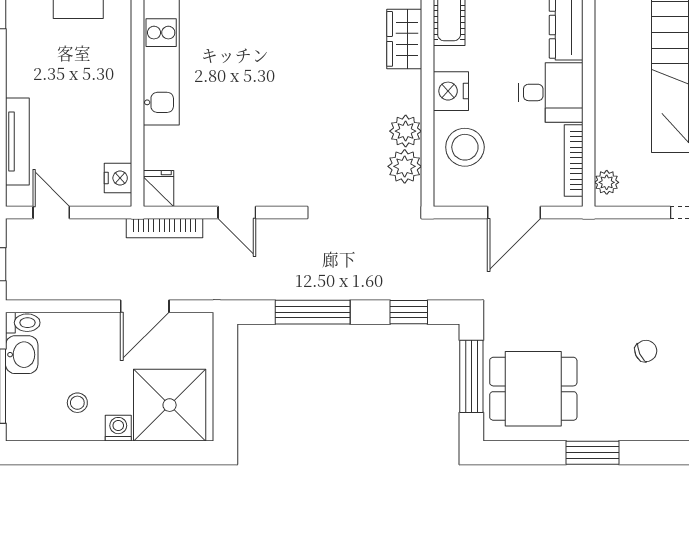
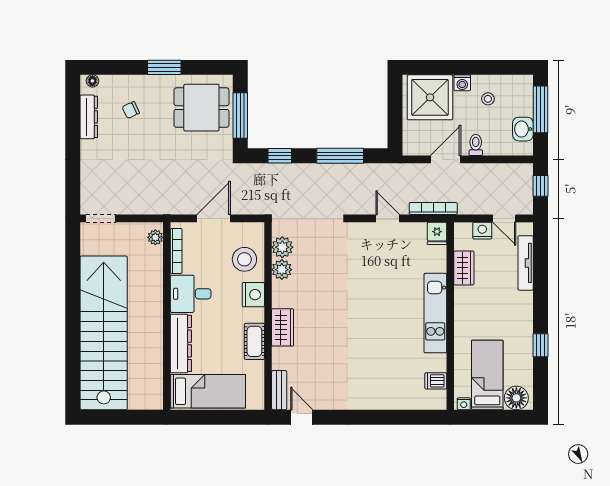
wardrobe: (116, 134) -> (464, 268), added
nightstand: (118, 178) -> (482, 231), moved, turned 90
toilet: (23, 323) -> (476, 145), moved, turned 90
chair: (646, 351) -> (131, 110), moved

